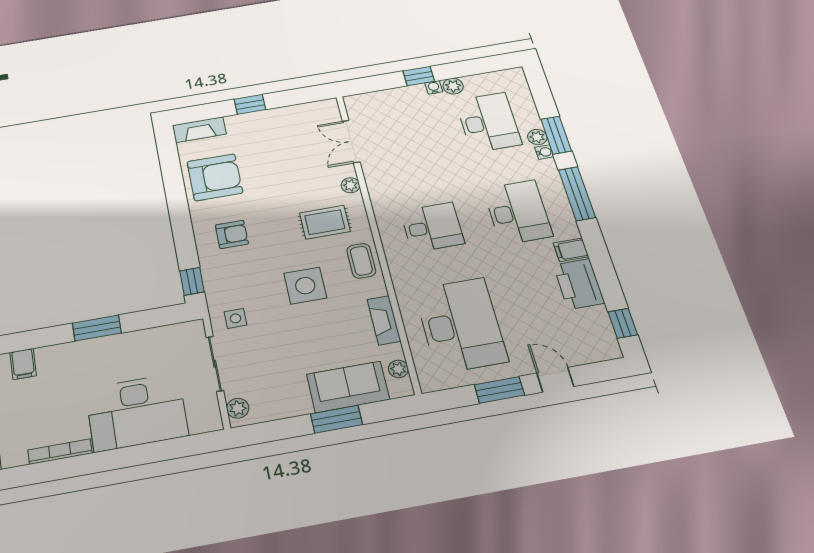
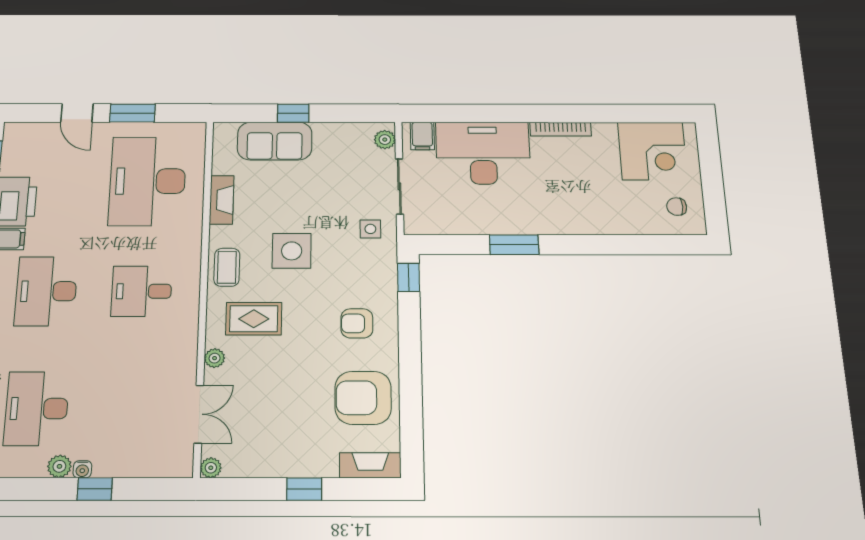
filing cabinet: (23, 364) -> (422, 136), moved, turned 180
plant: (398, 369) -> (211, 468), moved
window: (337, 419) -> (293, 113), width x0.67

